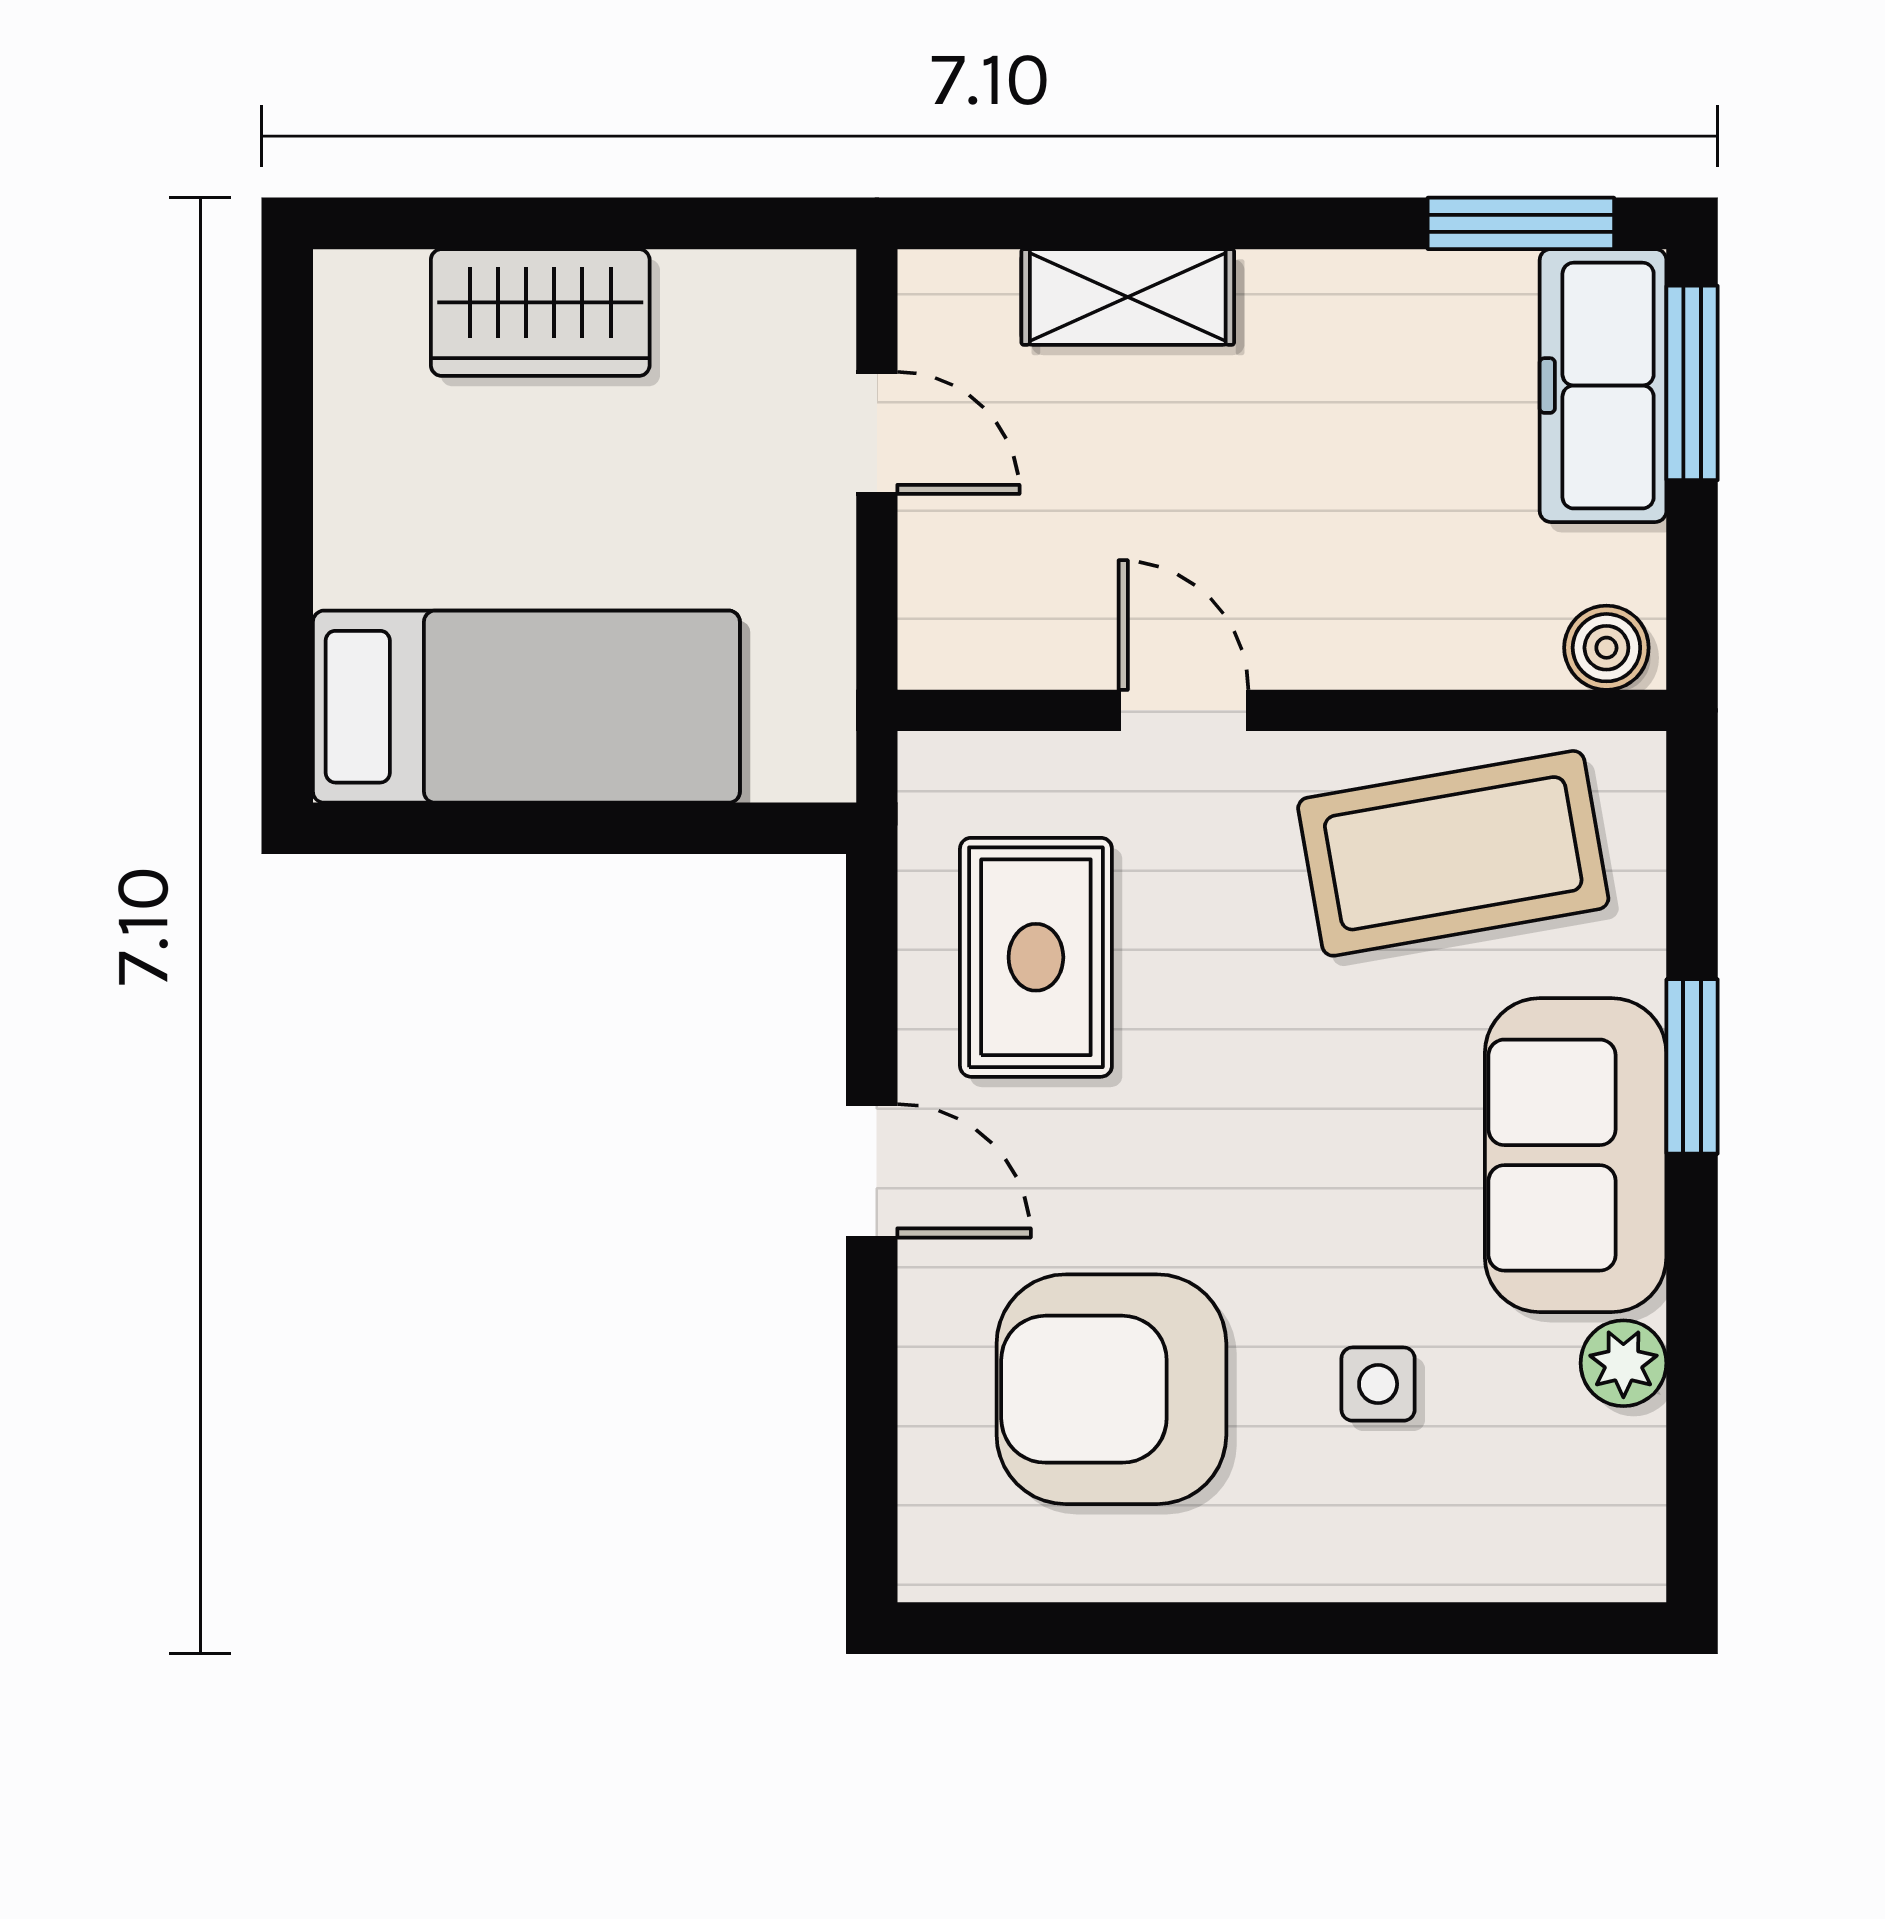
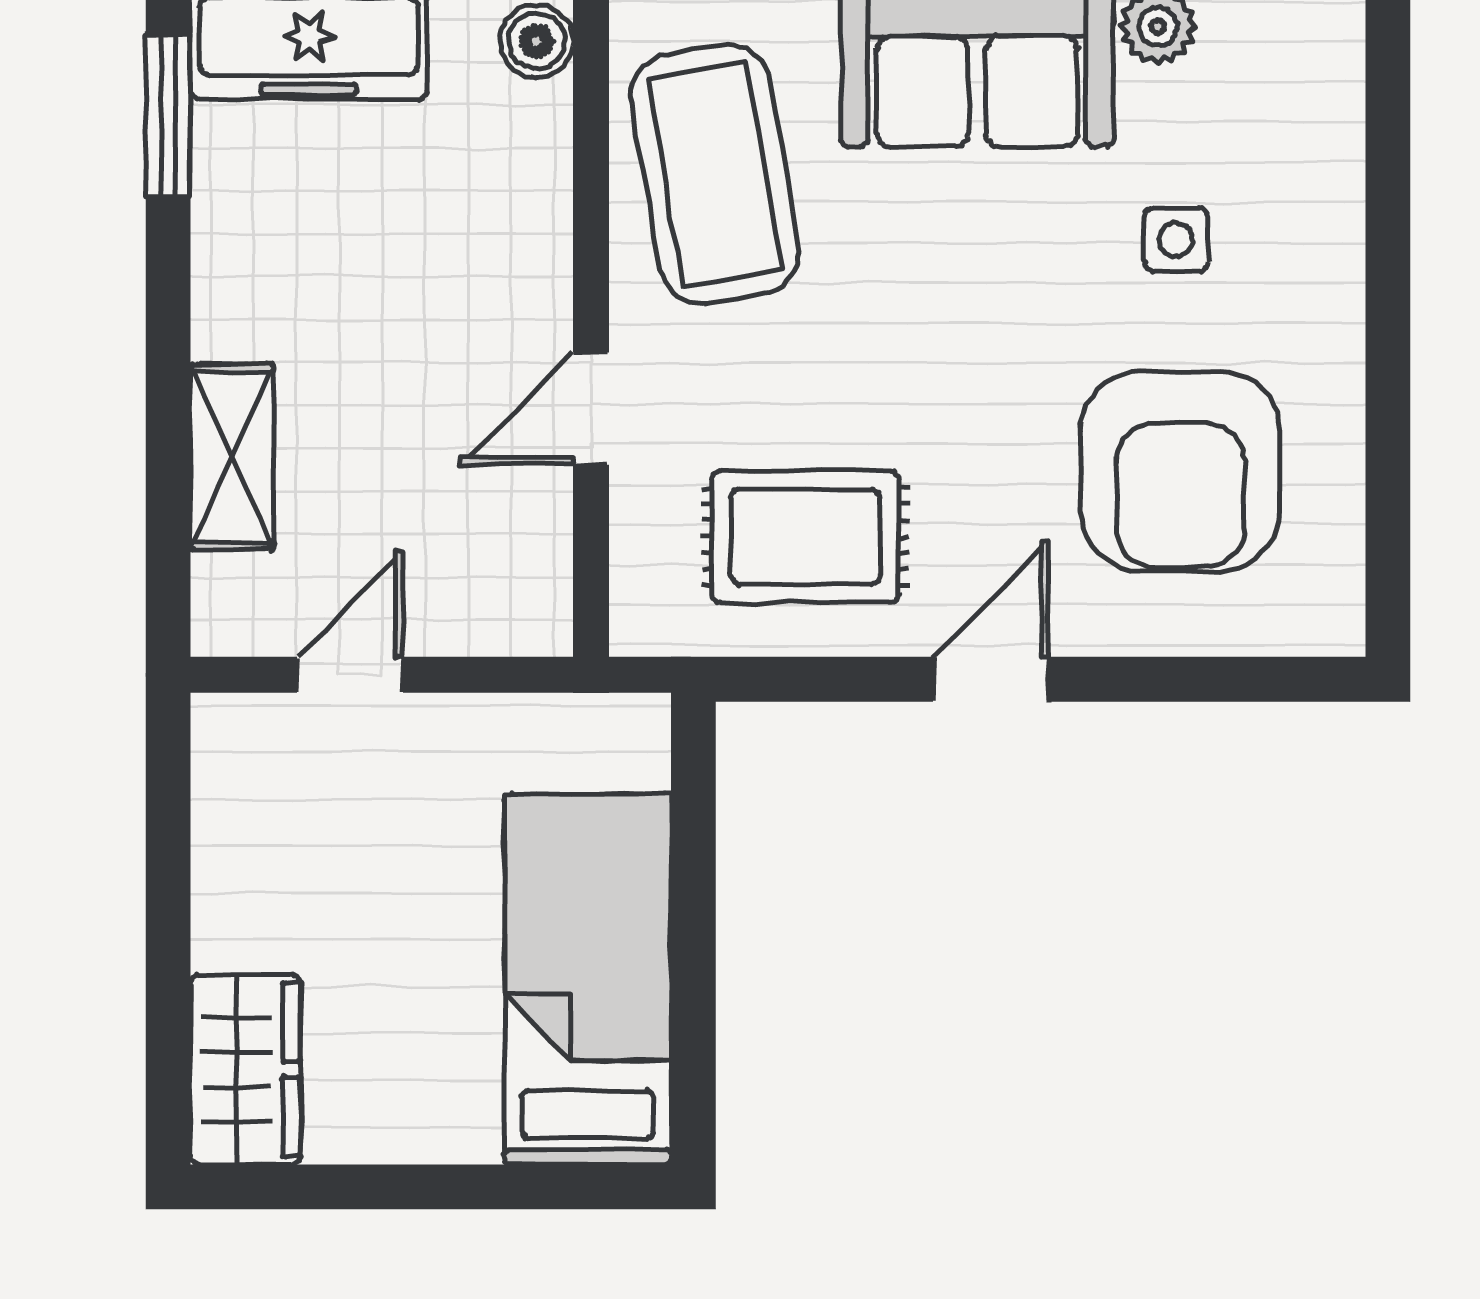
wardrobe: (540, 313) -> (245, 1069), moved

